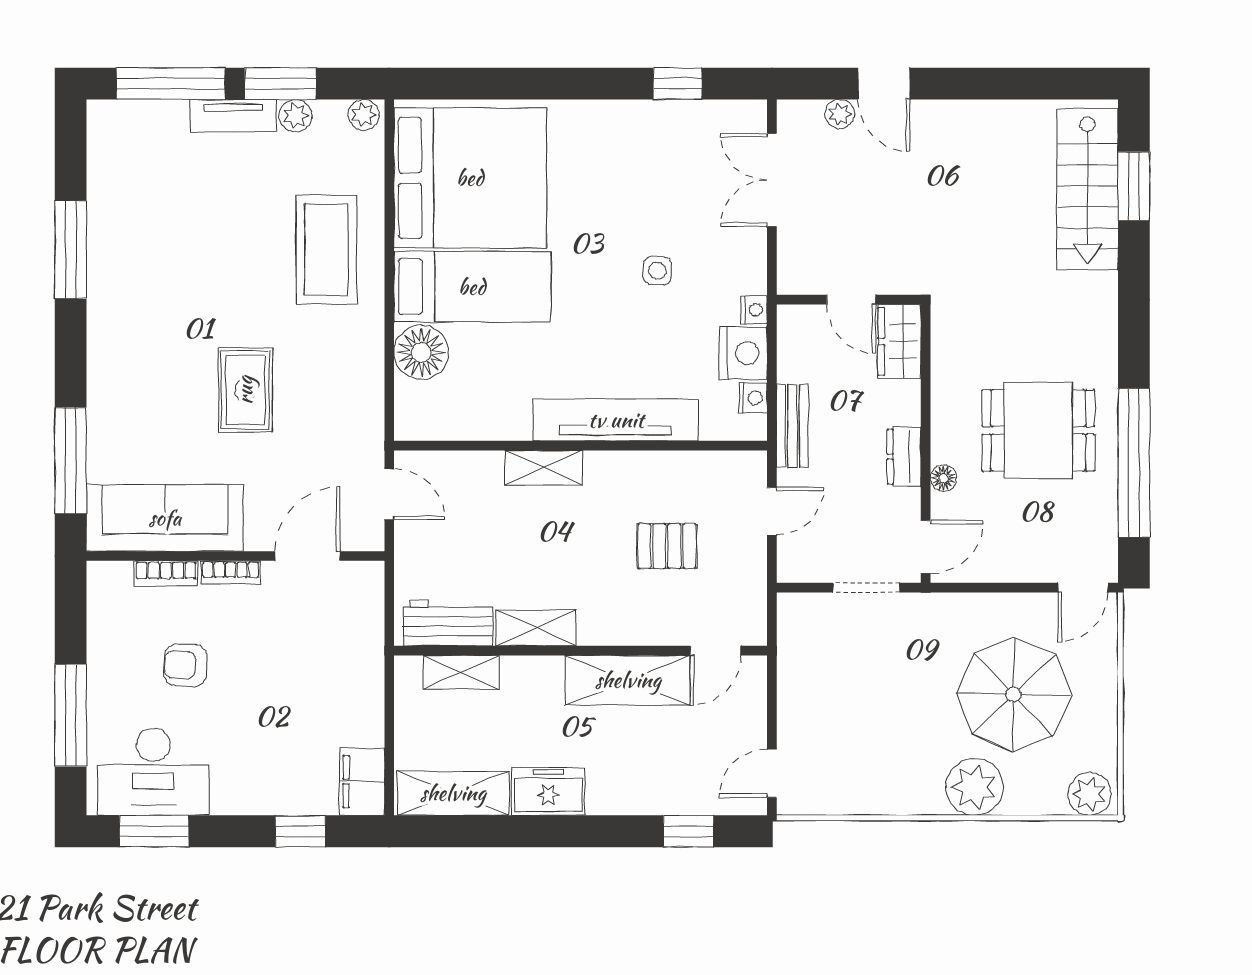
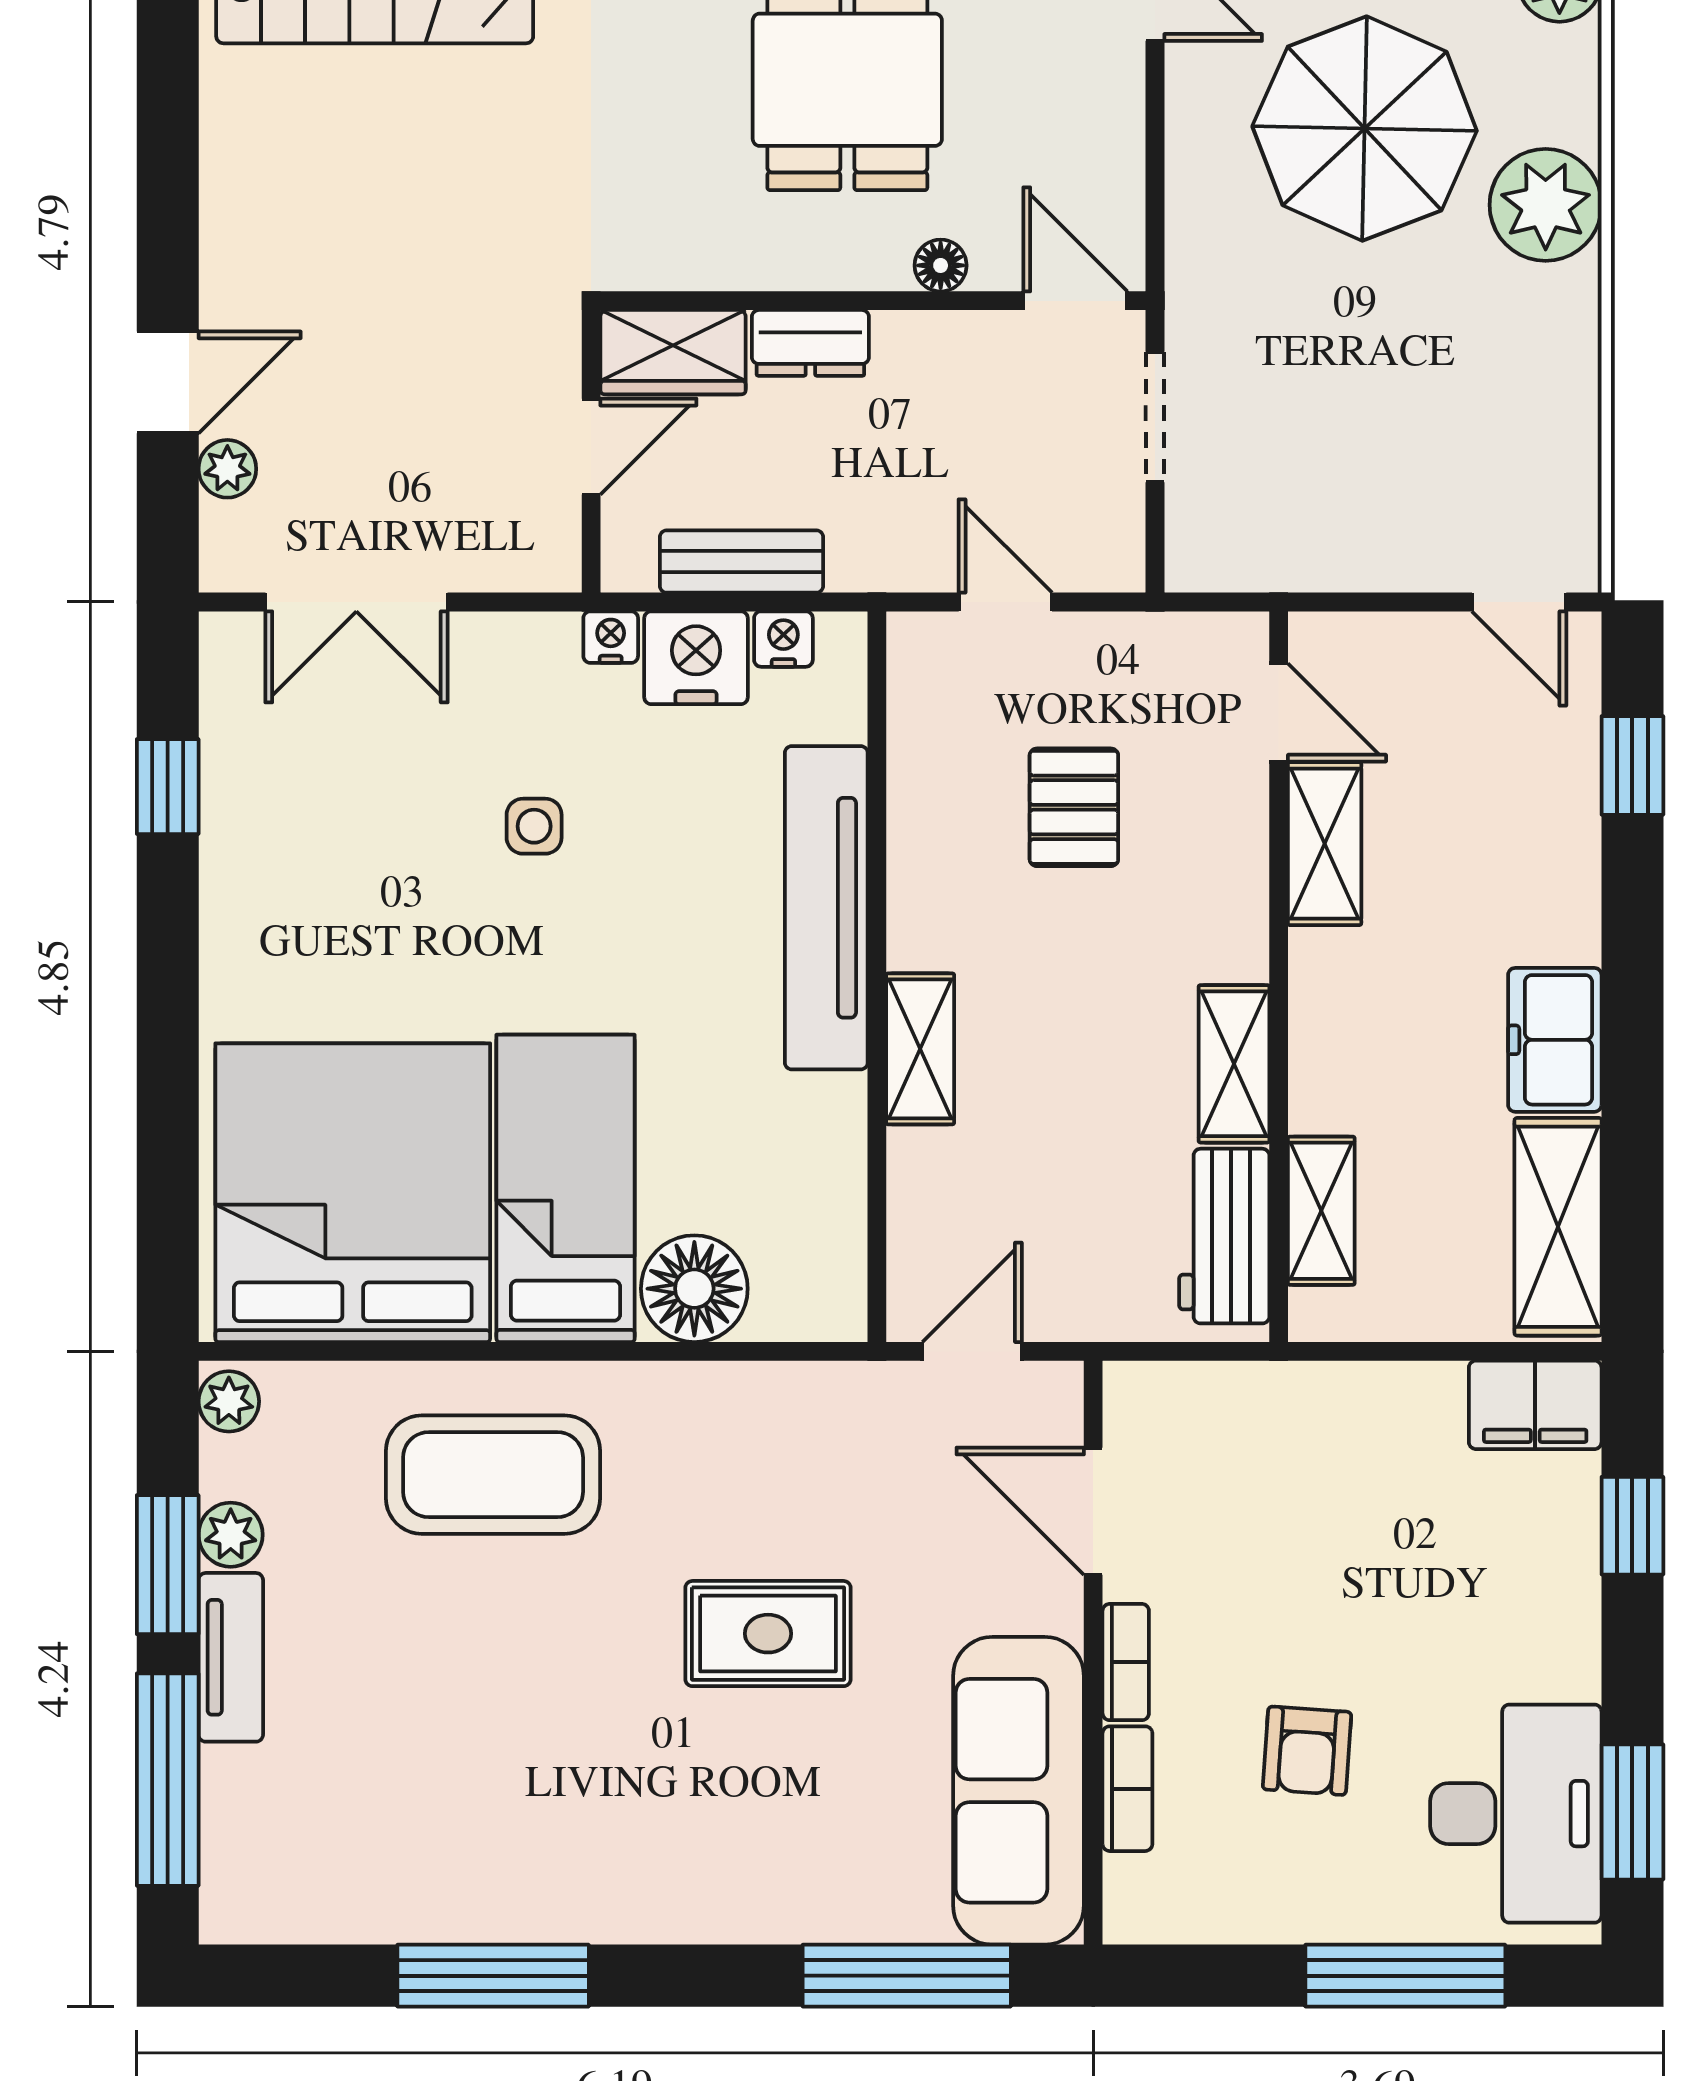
bench: (792, 426) -> (741, 562), moved
dresser: (904, 457) -> (810, 343), moved
shelving: (628, 680) -> (1325, 844), width x0.67, depth x0.75

